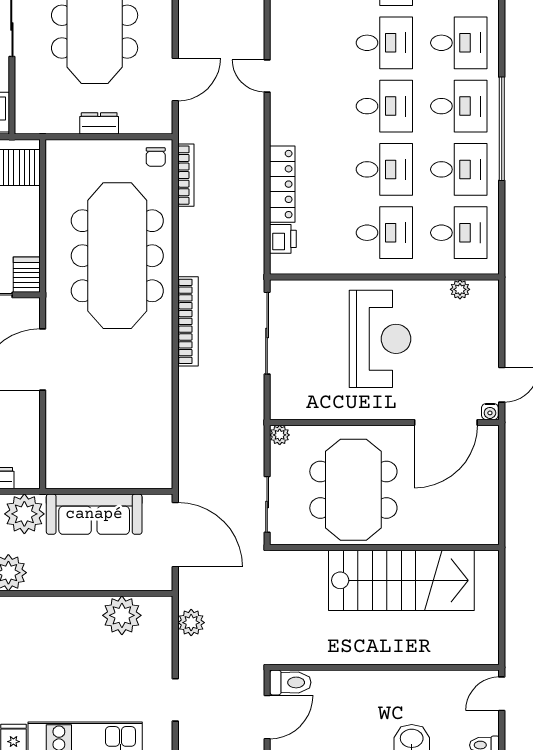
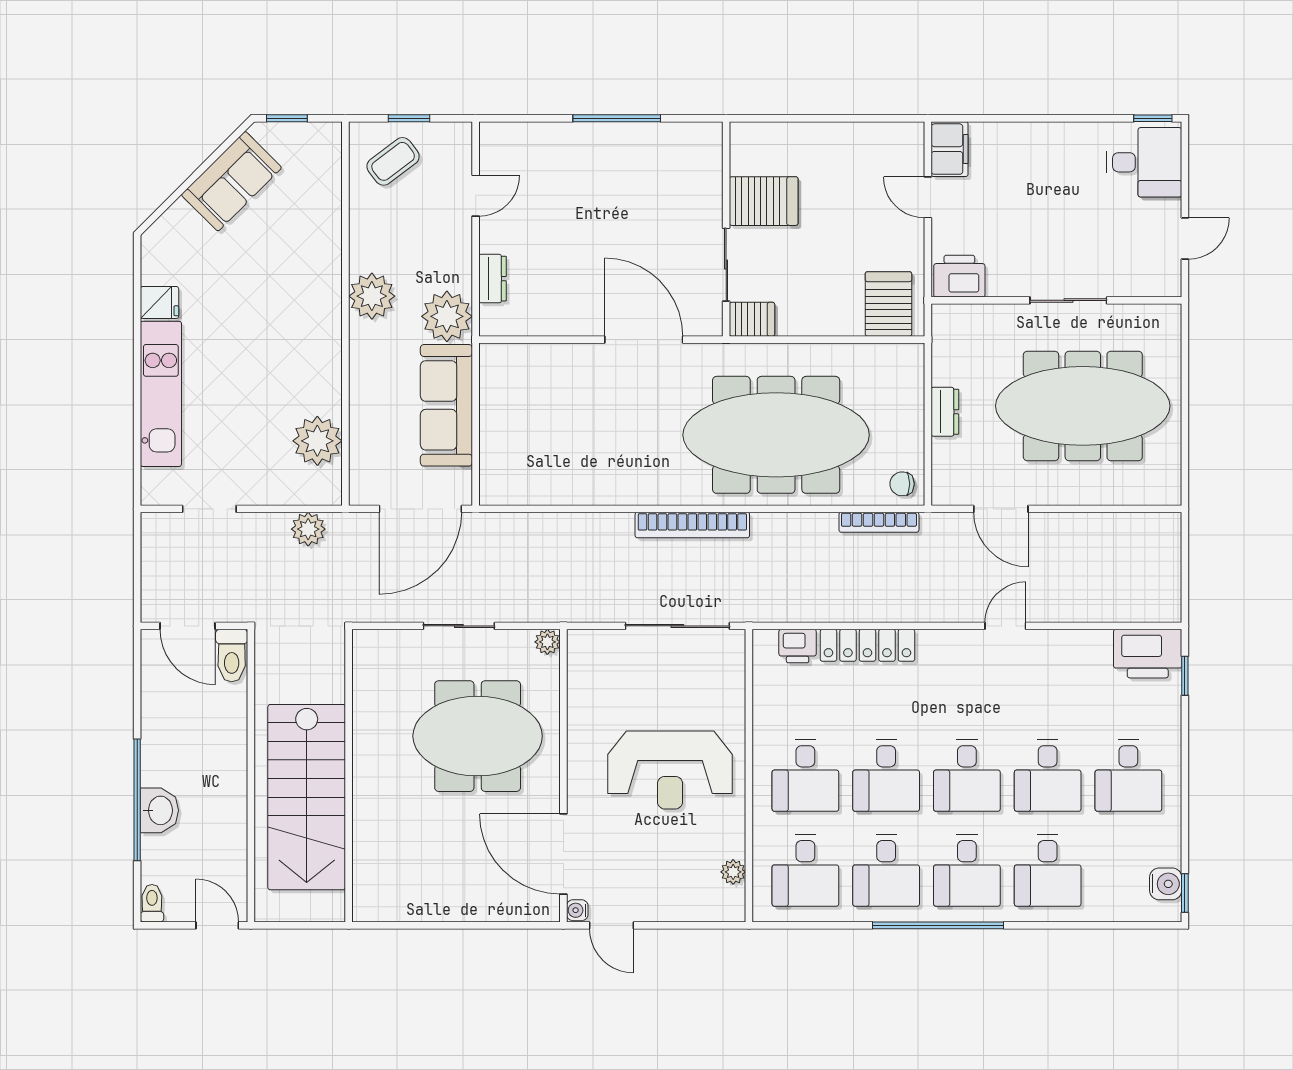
wall: (384, 547) -> (349, 776), moved
stairs: (401, 580) -> (307, 797), moved

